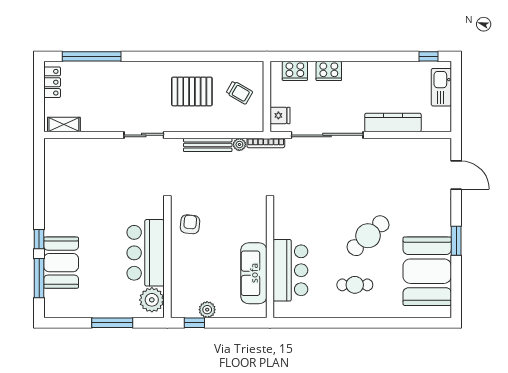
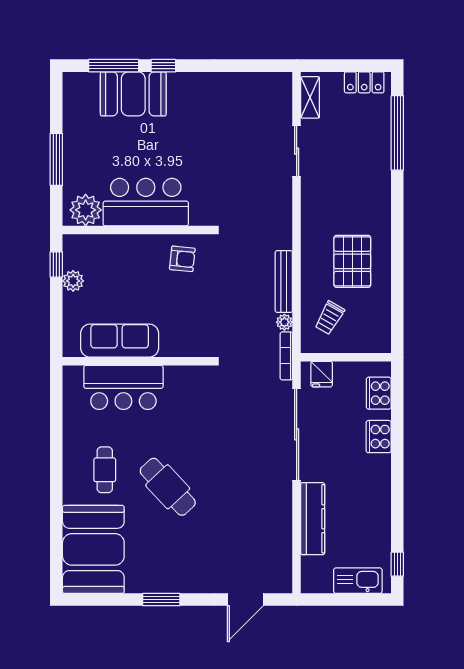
trolley: (239, 92) -> (330, 318), moved
sliding door: (144, 135) -> (297, 151), moved
booth: (427, 271) -> (93, 549), moved, turned 90

